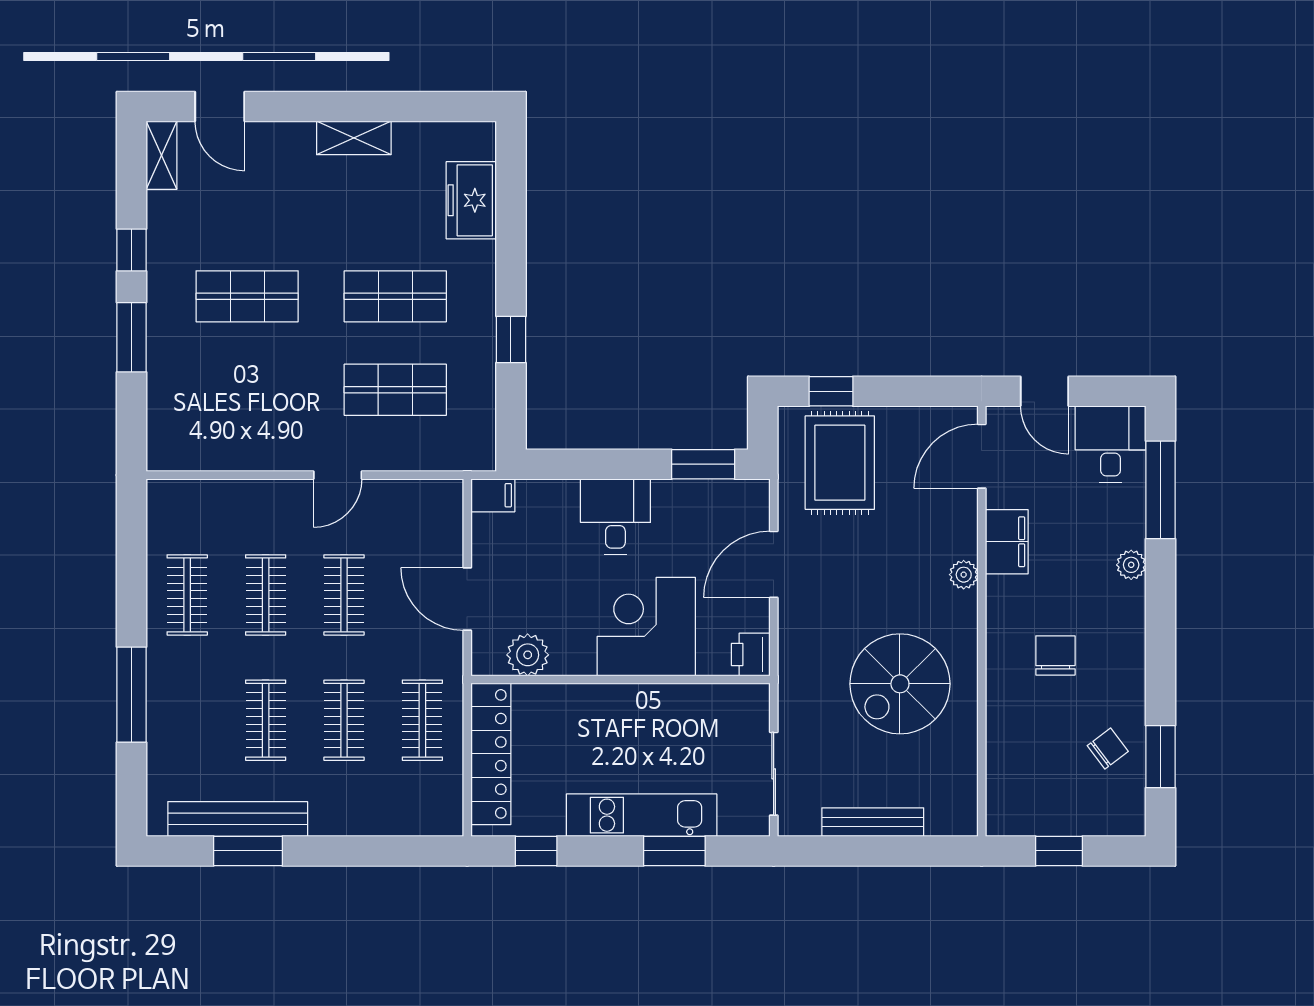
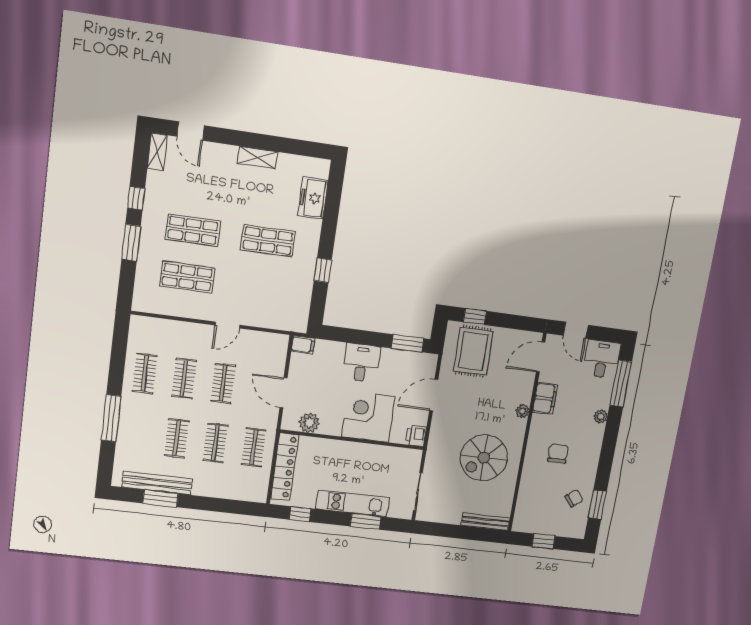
shop shelf: (395, 390) -> (187, 277), moved
bench: (873, 822) -> (485, 522), moved

